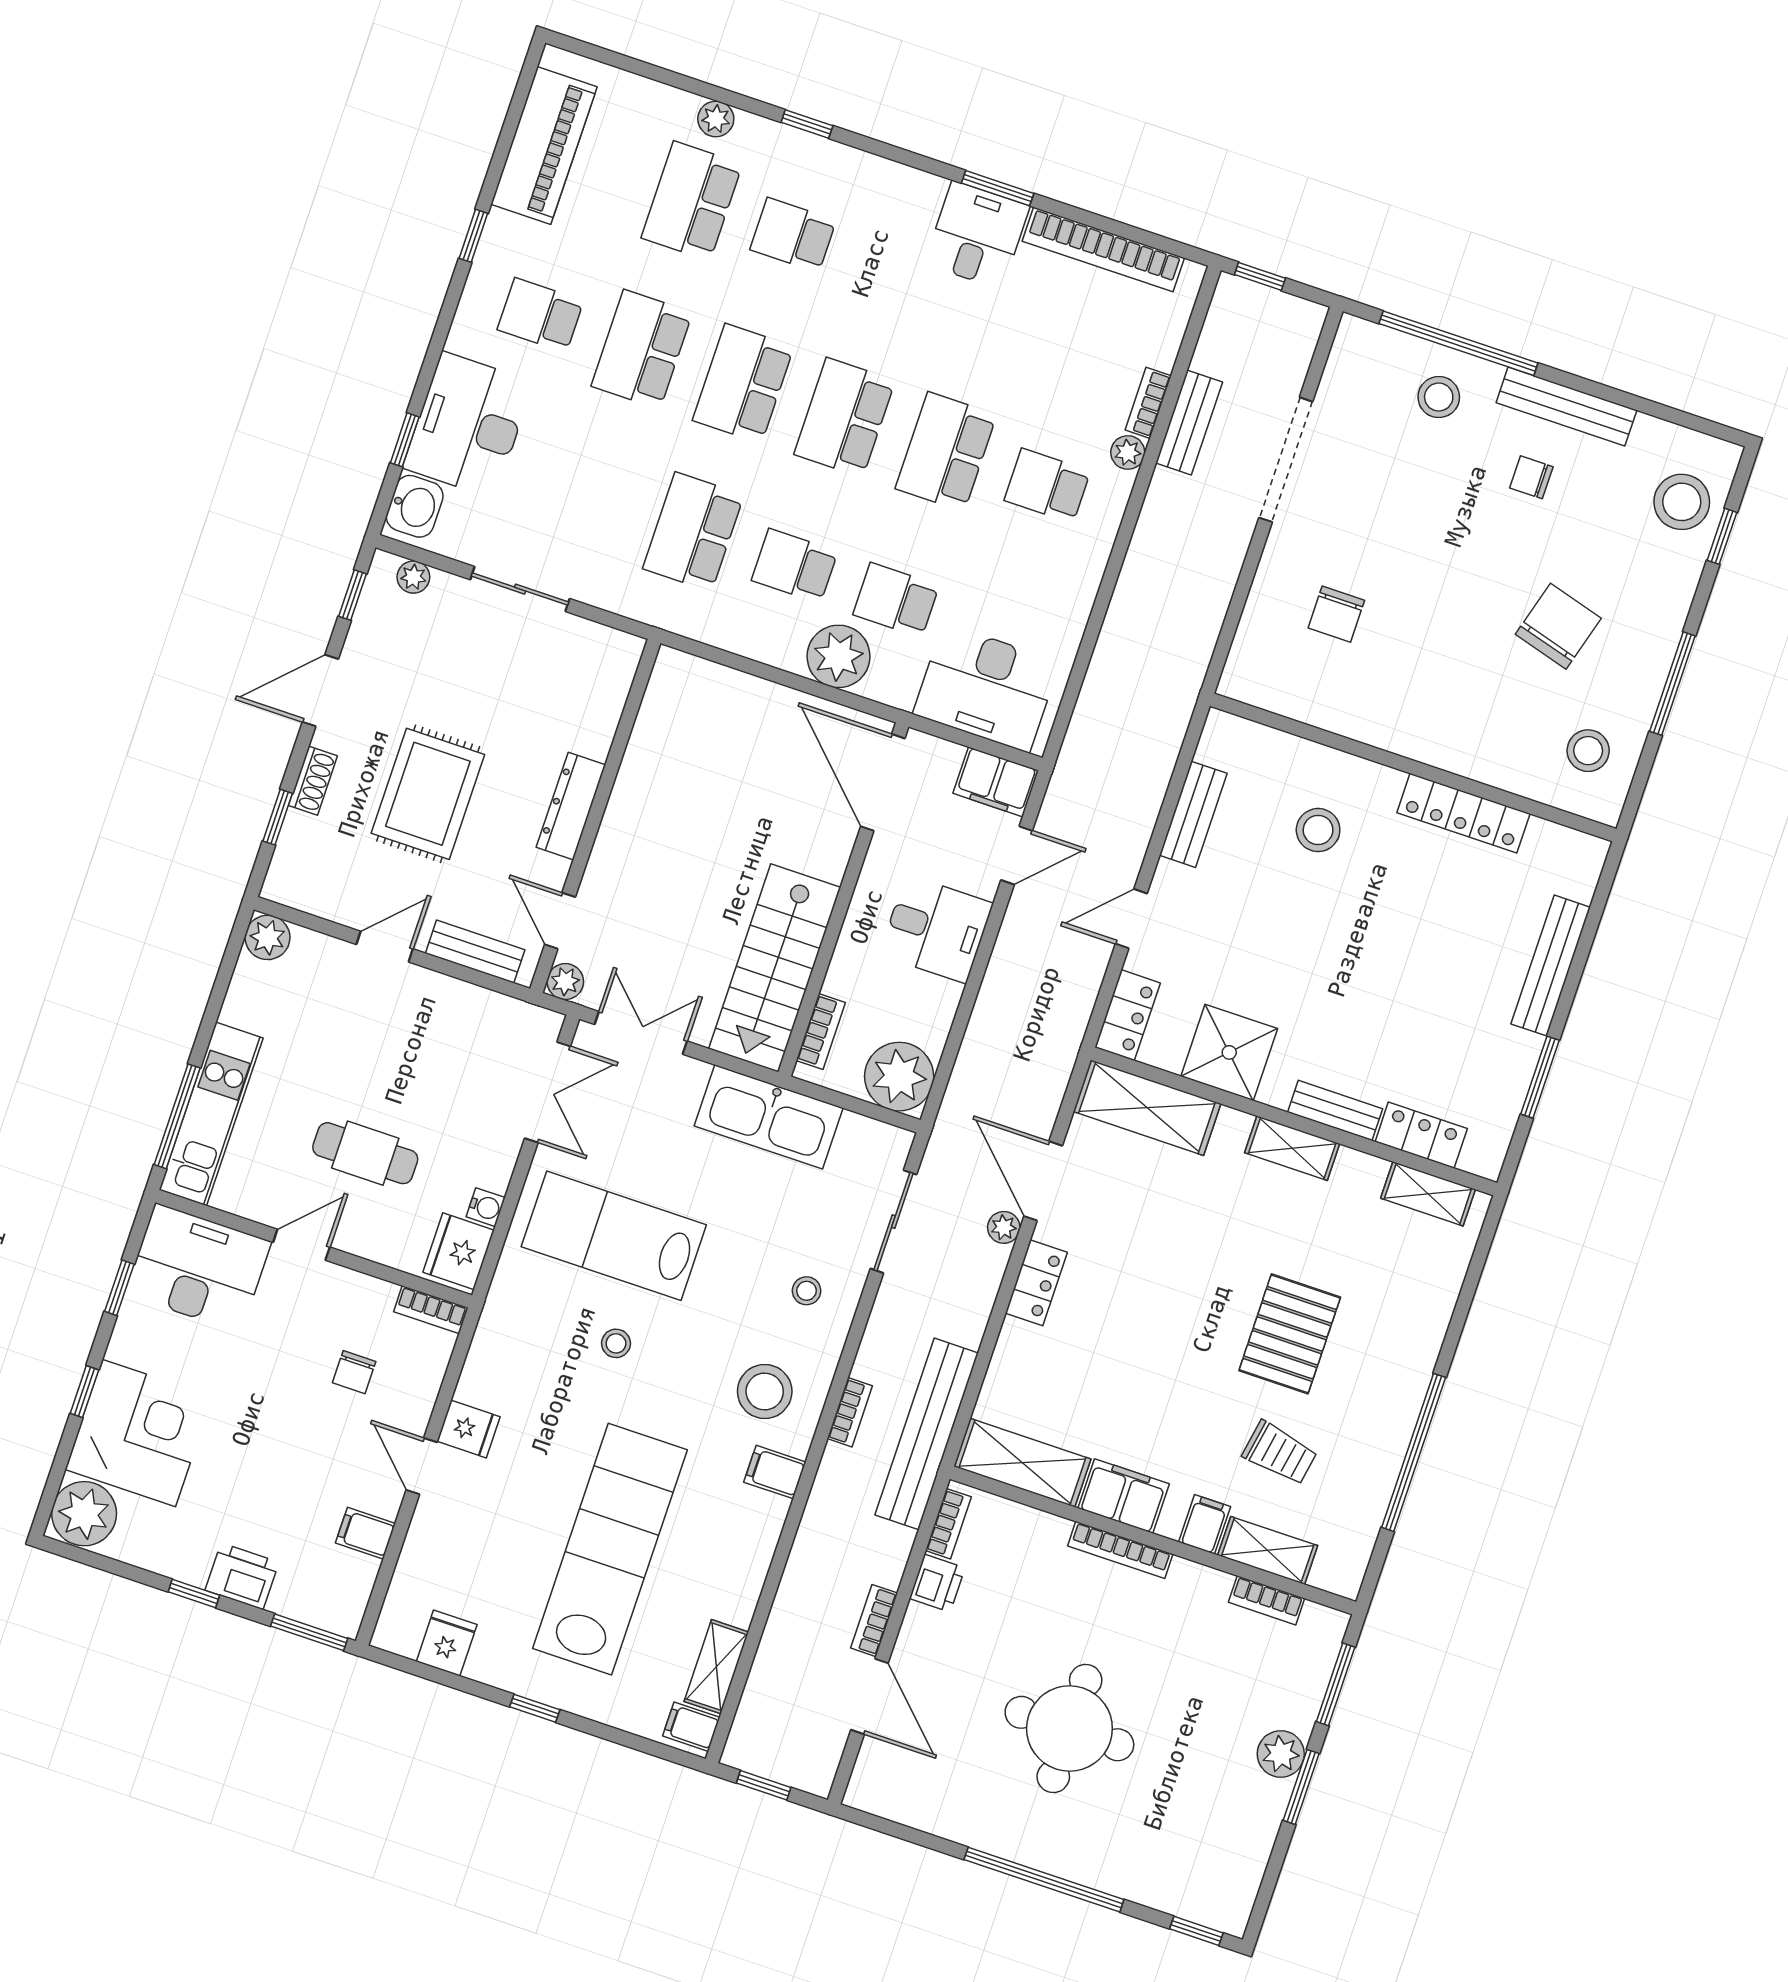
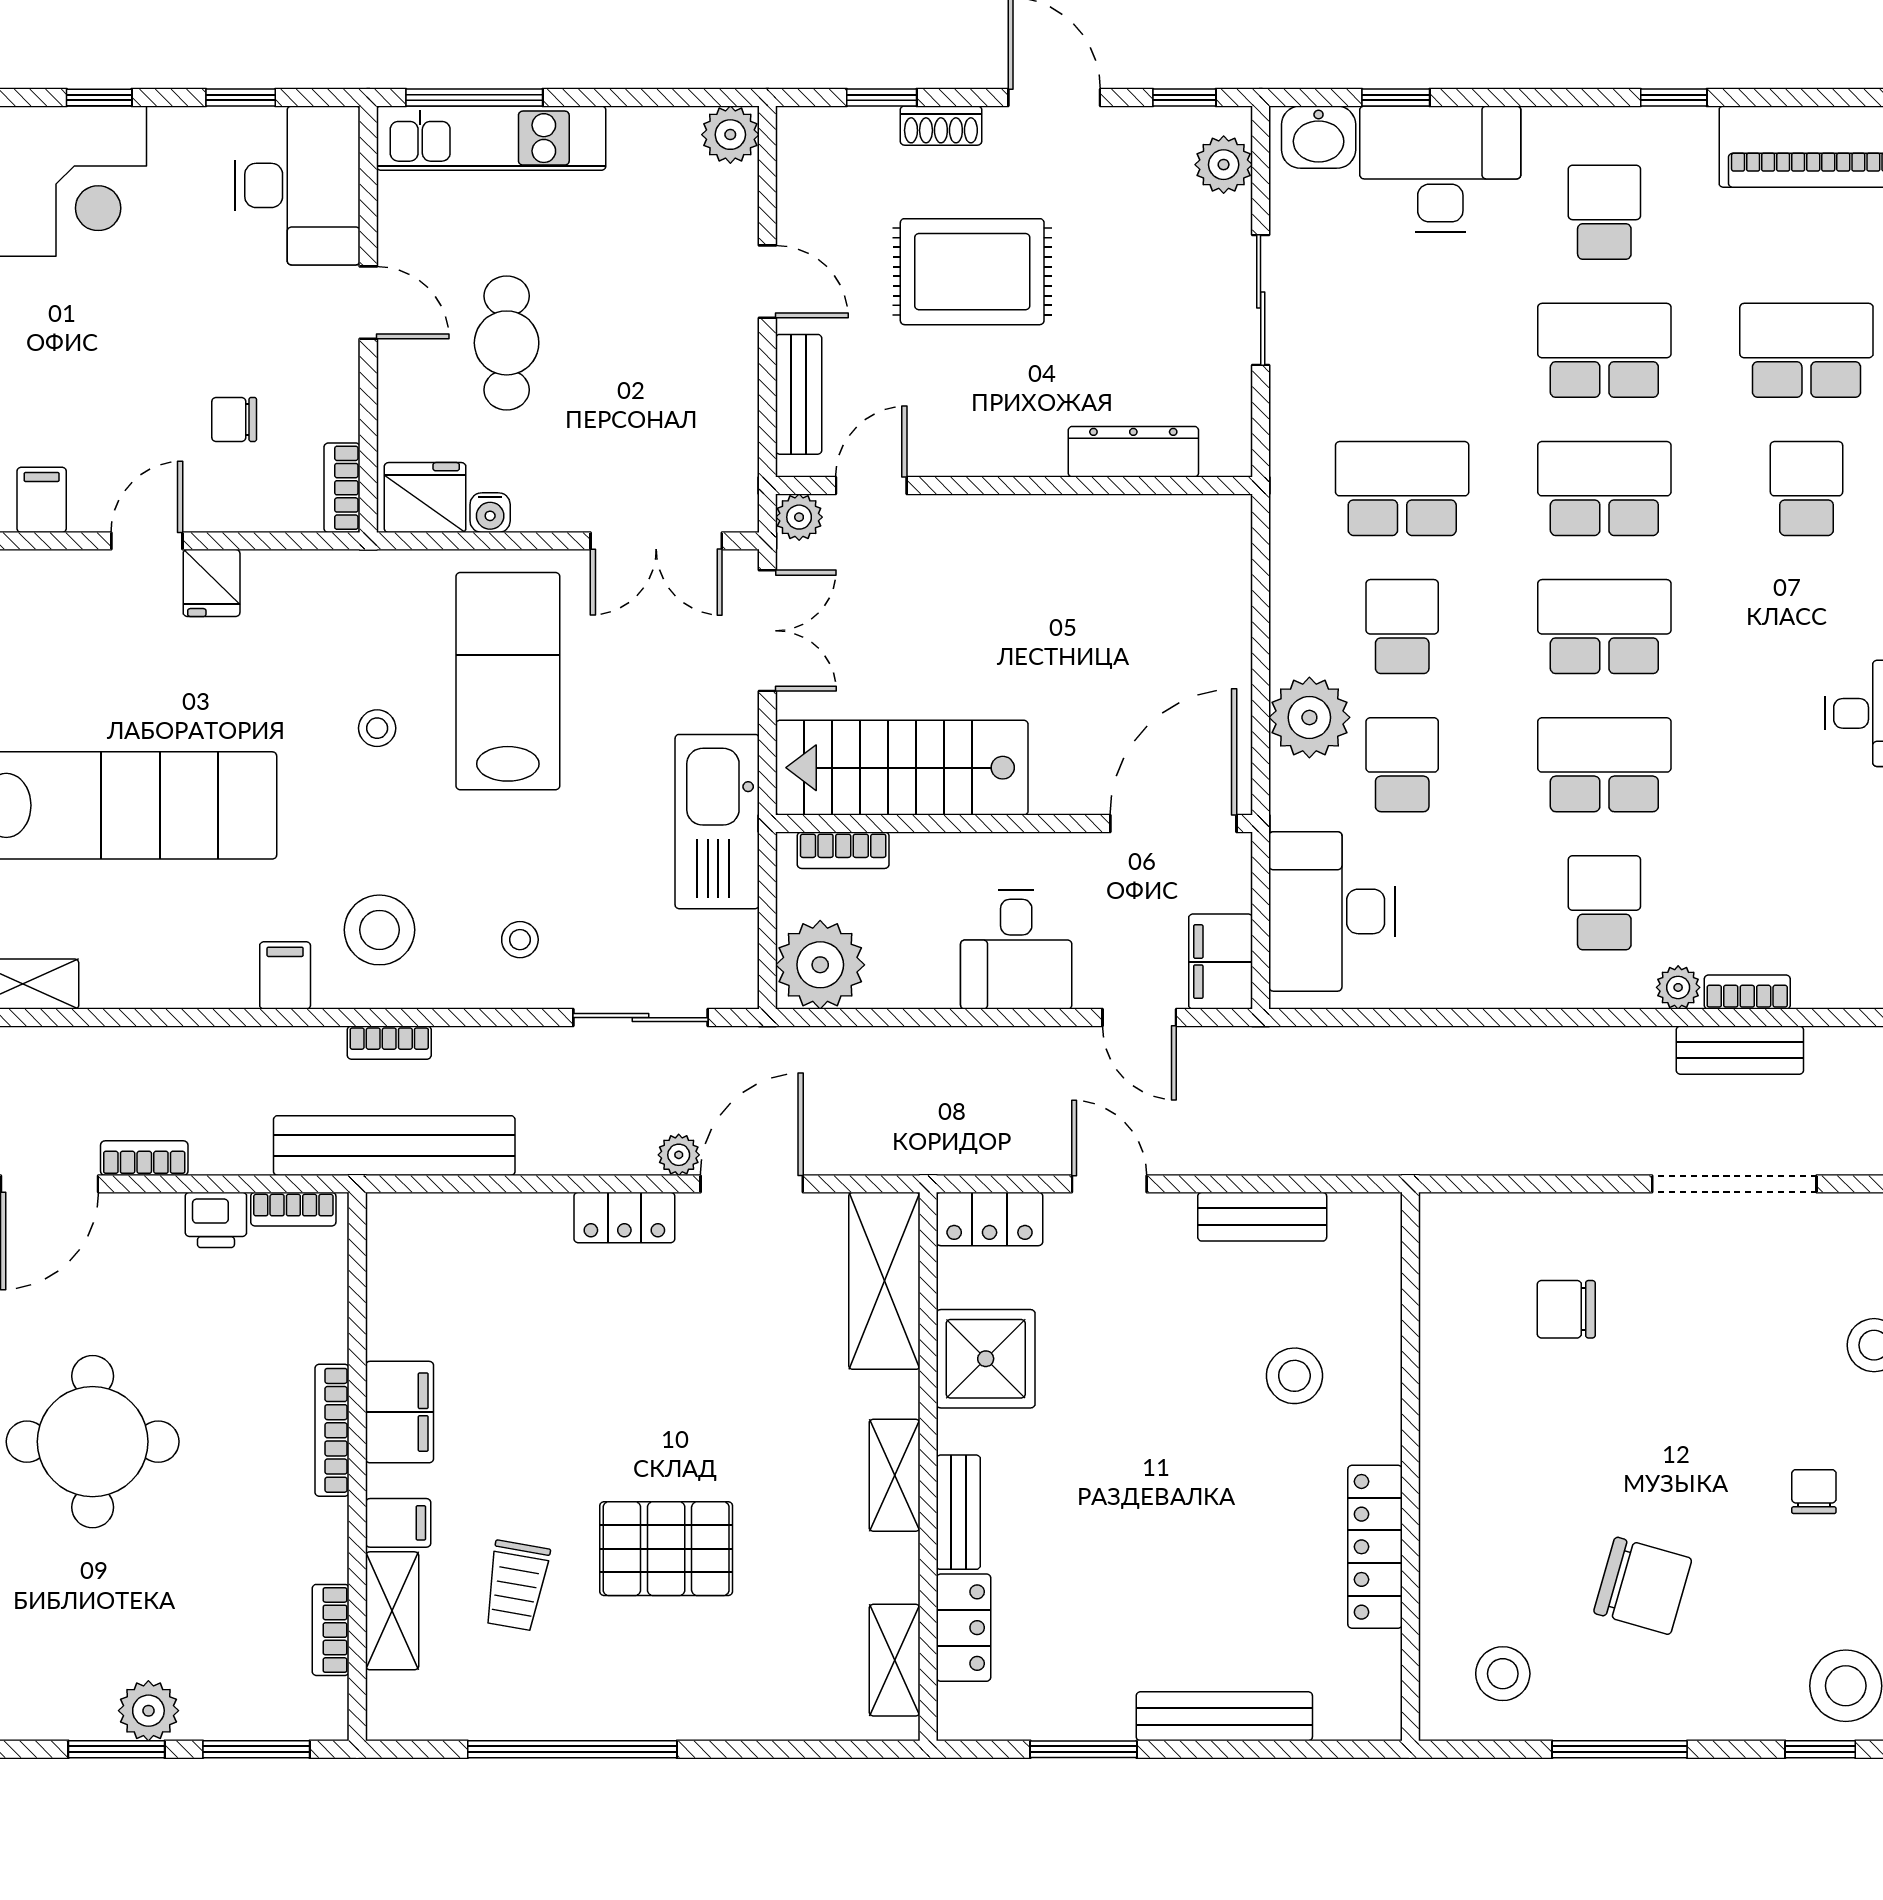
plant: (413, 577) -> (1224, 165), width x1.38, depth x1.38
dresser: (571, 806) -> (1133, 452), moved
shelving: (1022, 1463) -> (398, 1274), removed

